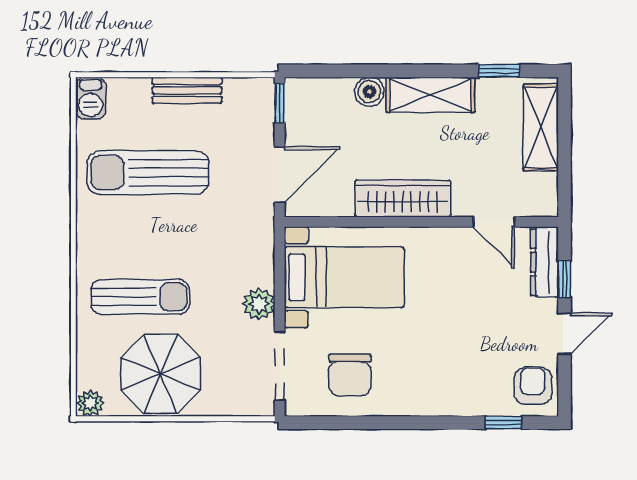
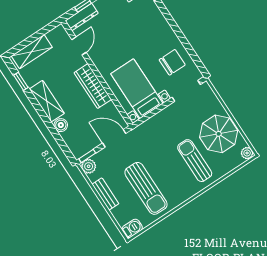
plant: (259, 304) -> (89, 166), moved

